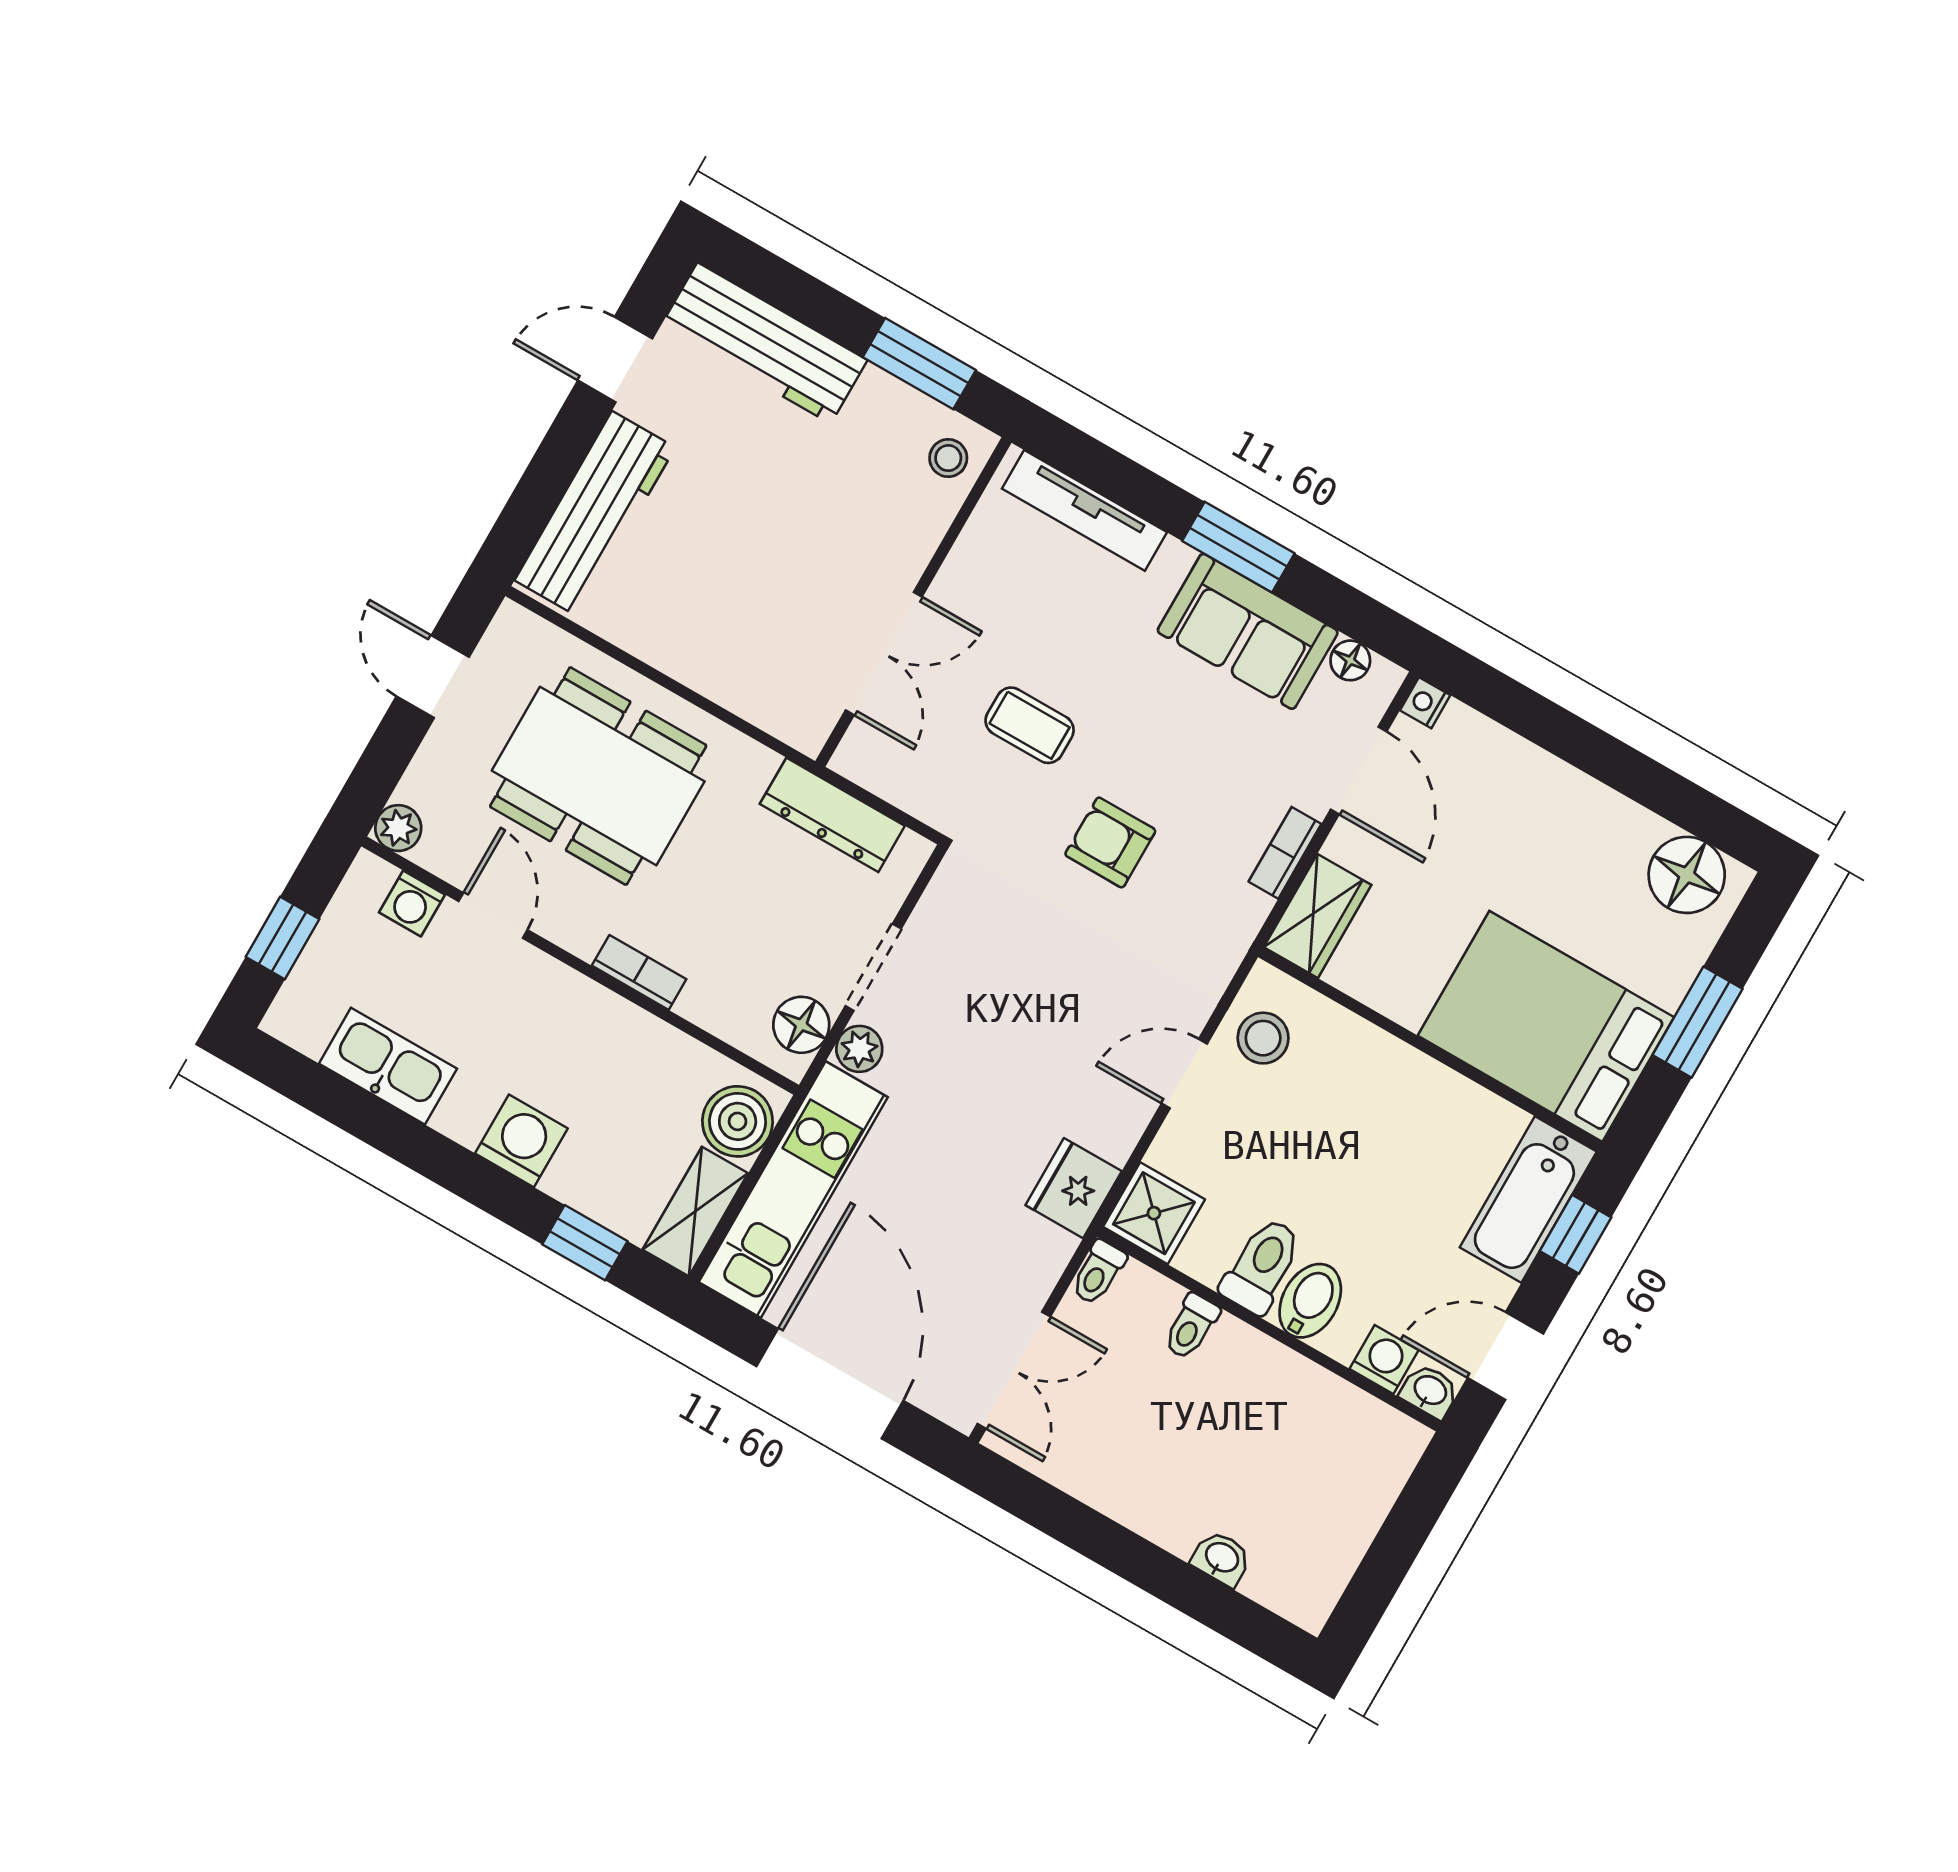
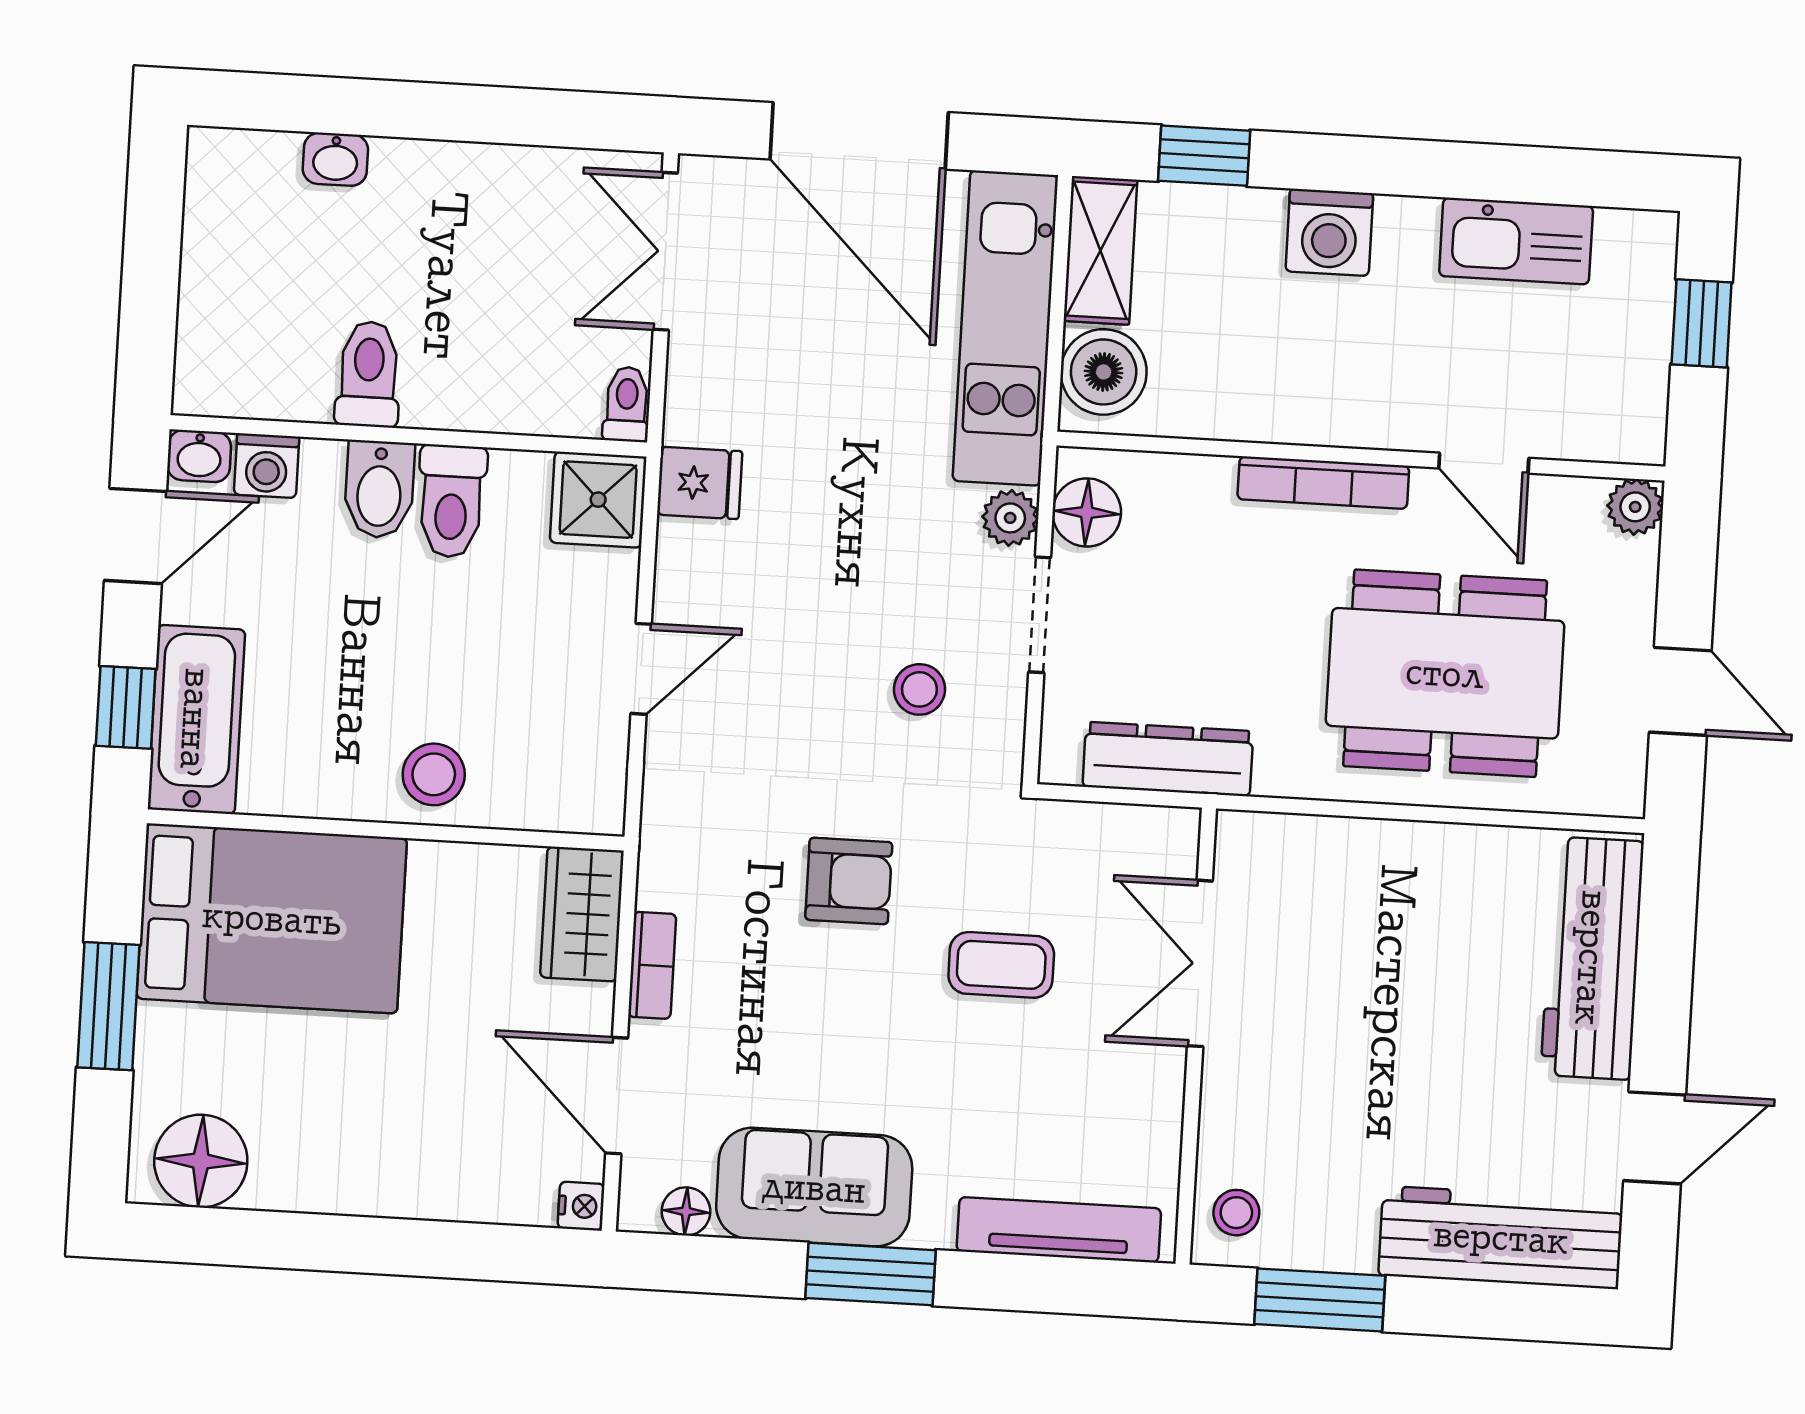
washing machine: (412, 903) -> (1579, 432), removed
stool: (988, 957) -> (919, 689), added
bookcase: (639, 972) -> (1323, 483), width x1.56
stool: (1263, 1038) -> (434, 774), moved
fridge: (1074, 1188) -> (700, 483), width x0.72
toilet: (1191, 1326) -> (368, 374), moved, width x1.37, depth x1.39

